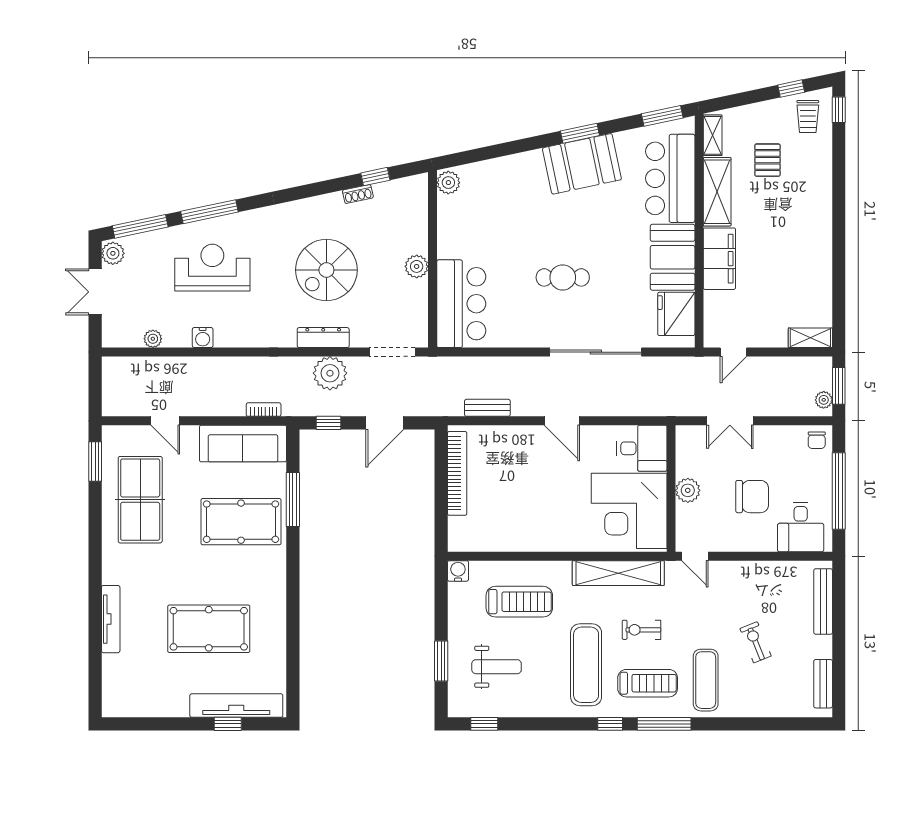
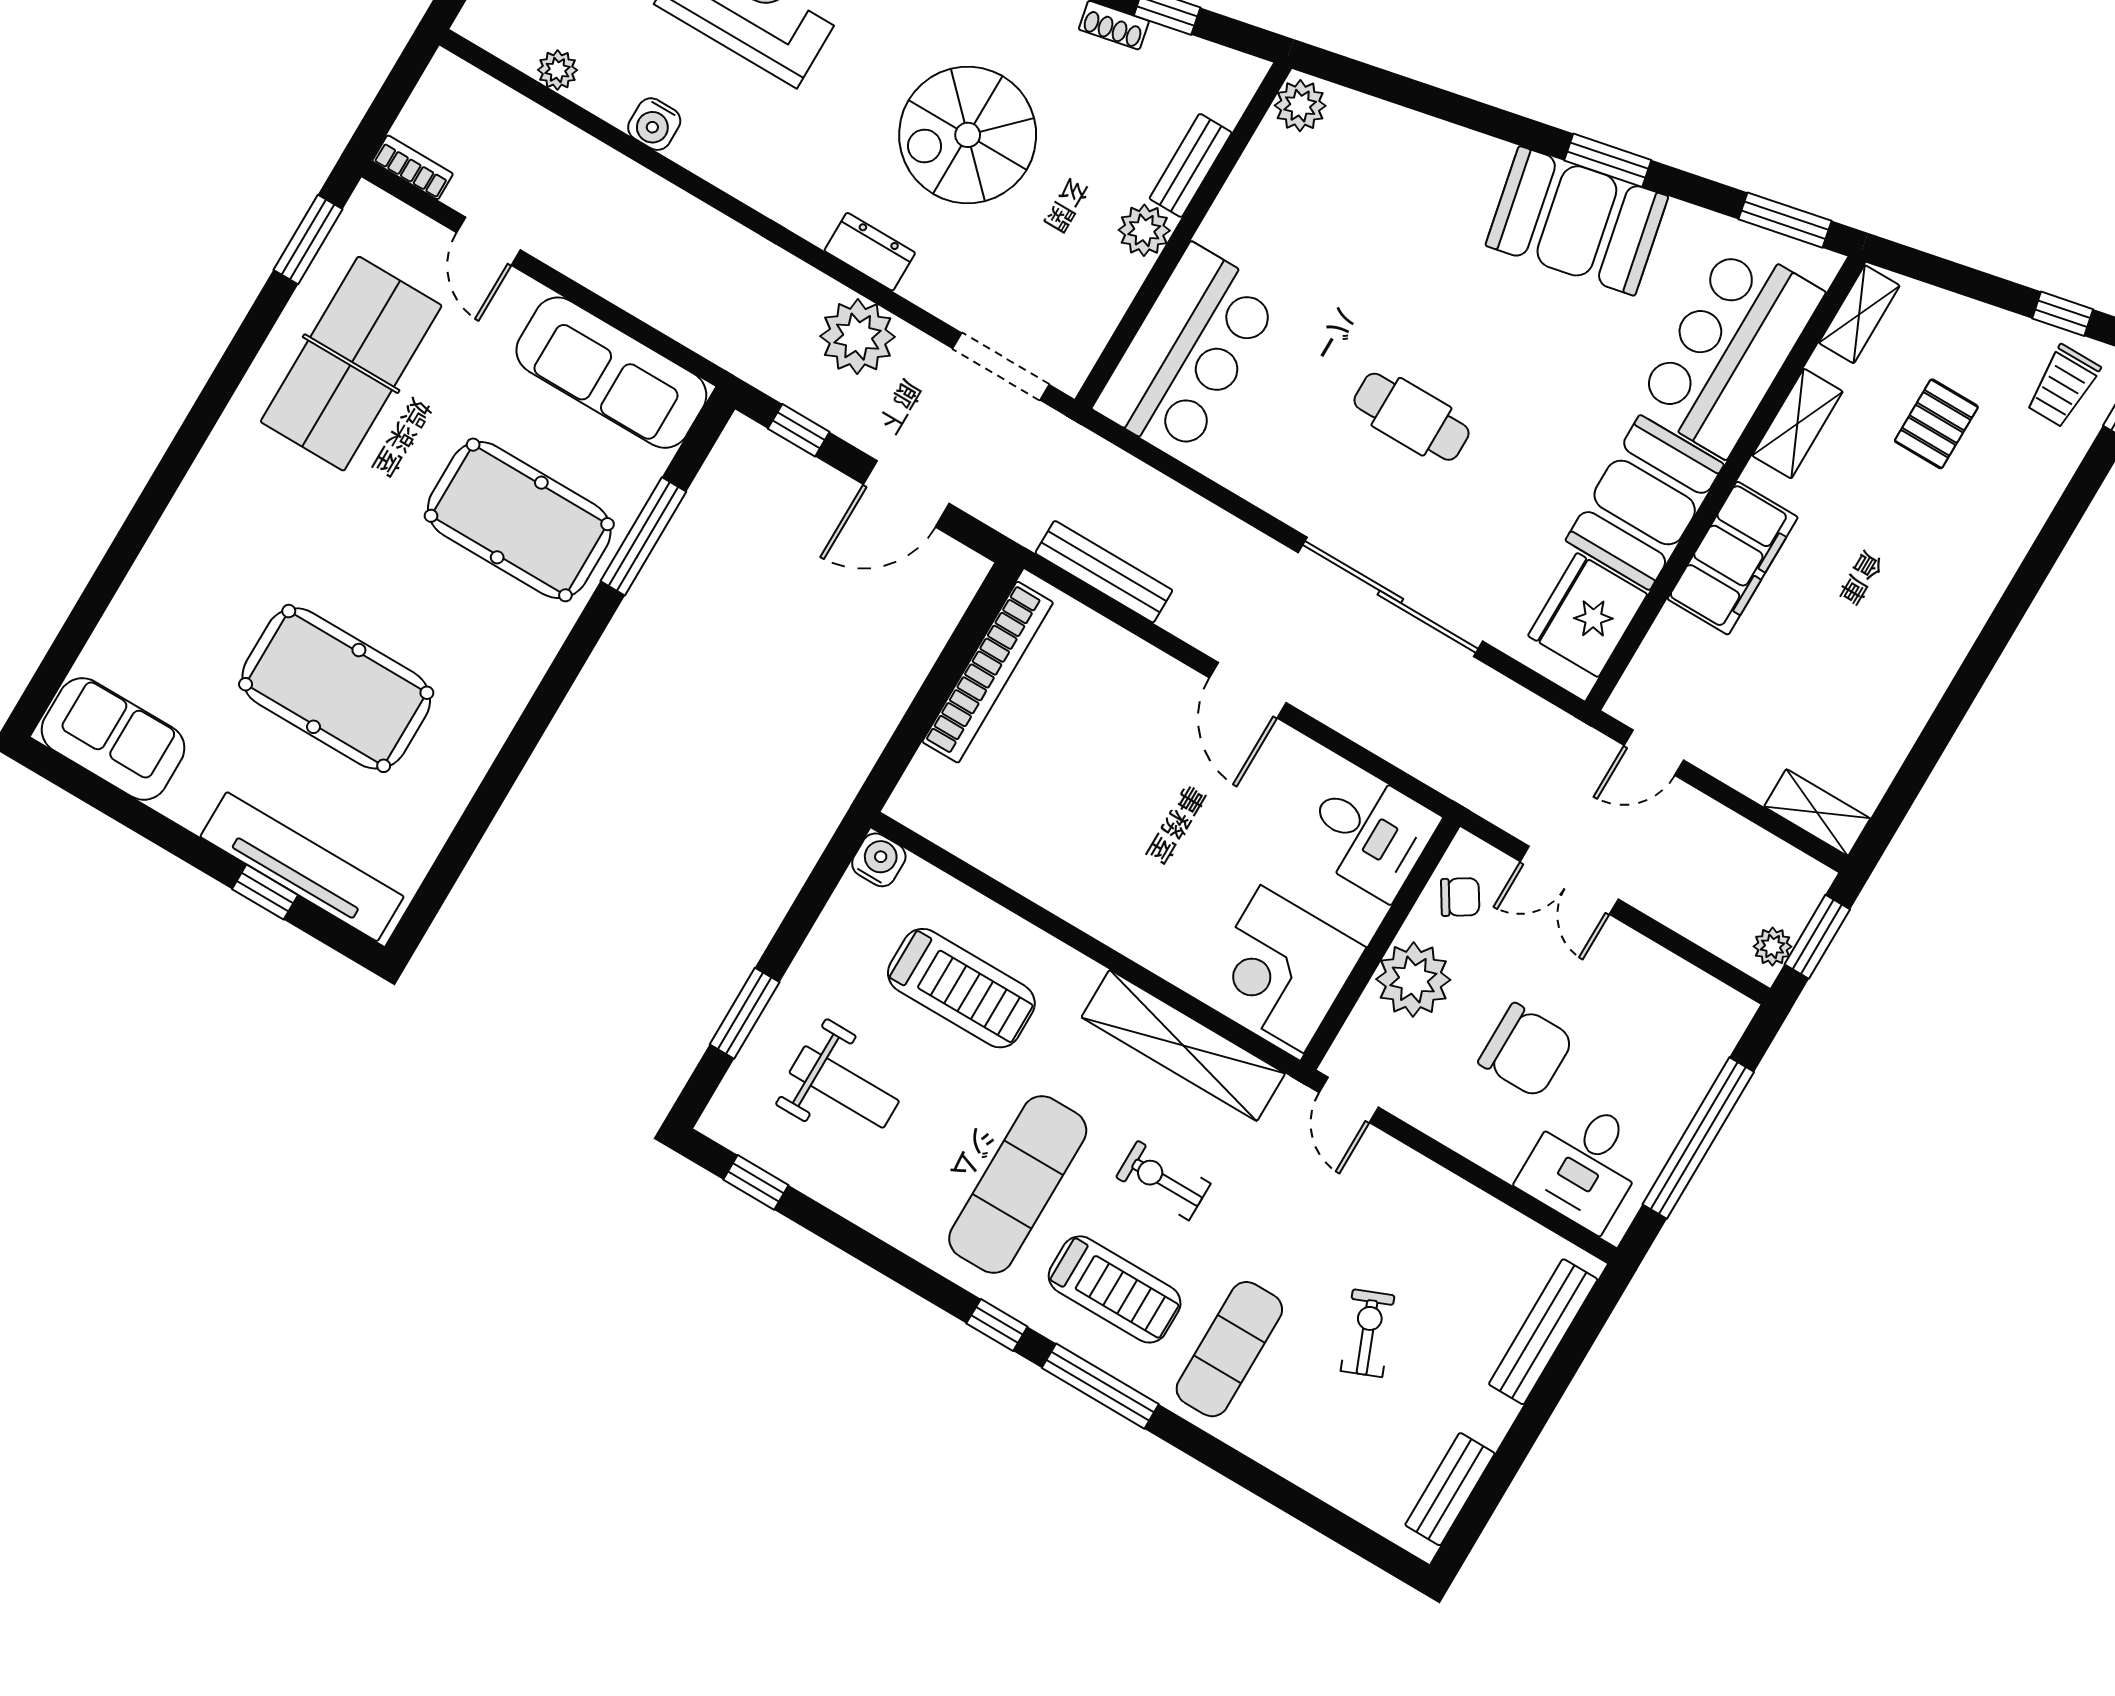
shelving: (717, 192) -> (1797, 424), width x0.67, depth x0.75
bench: (420, 231) -> (1191, 165), added
dresser: (323, 338) -> (870, 252), width x0.70
bench: (487, 408) -> (1104, 572), width x1.36
bookcase: (264, 410) -> (413, 167), moved
chair: (817, 440) -> (1460, 897), moved, turned -122
plant: (688, 490) -> (1413, 980), width x1.36, depth x1.36
corner desk: (629, 511) -> (1282, 969), width x0.74, depth x0.74
tv unit: (111, 619) -> (159, 559), removed
sofa: (134, 699) -> (113, 739), added

